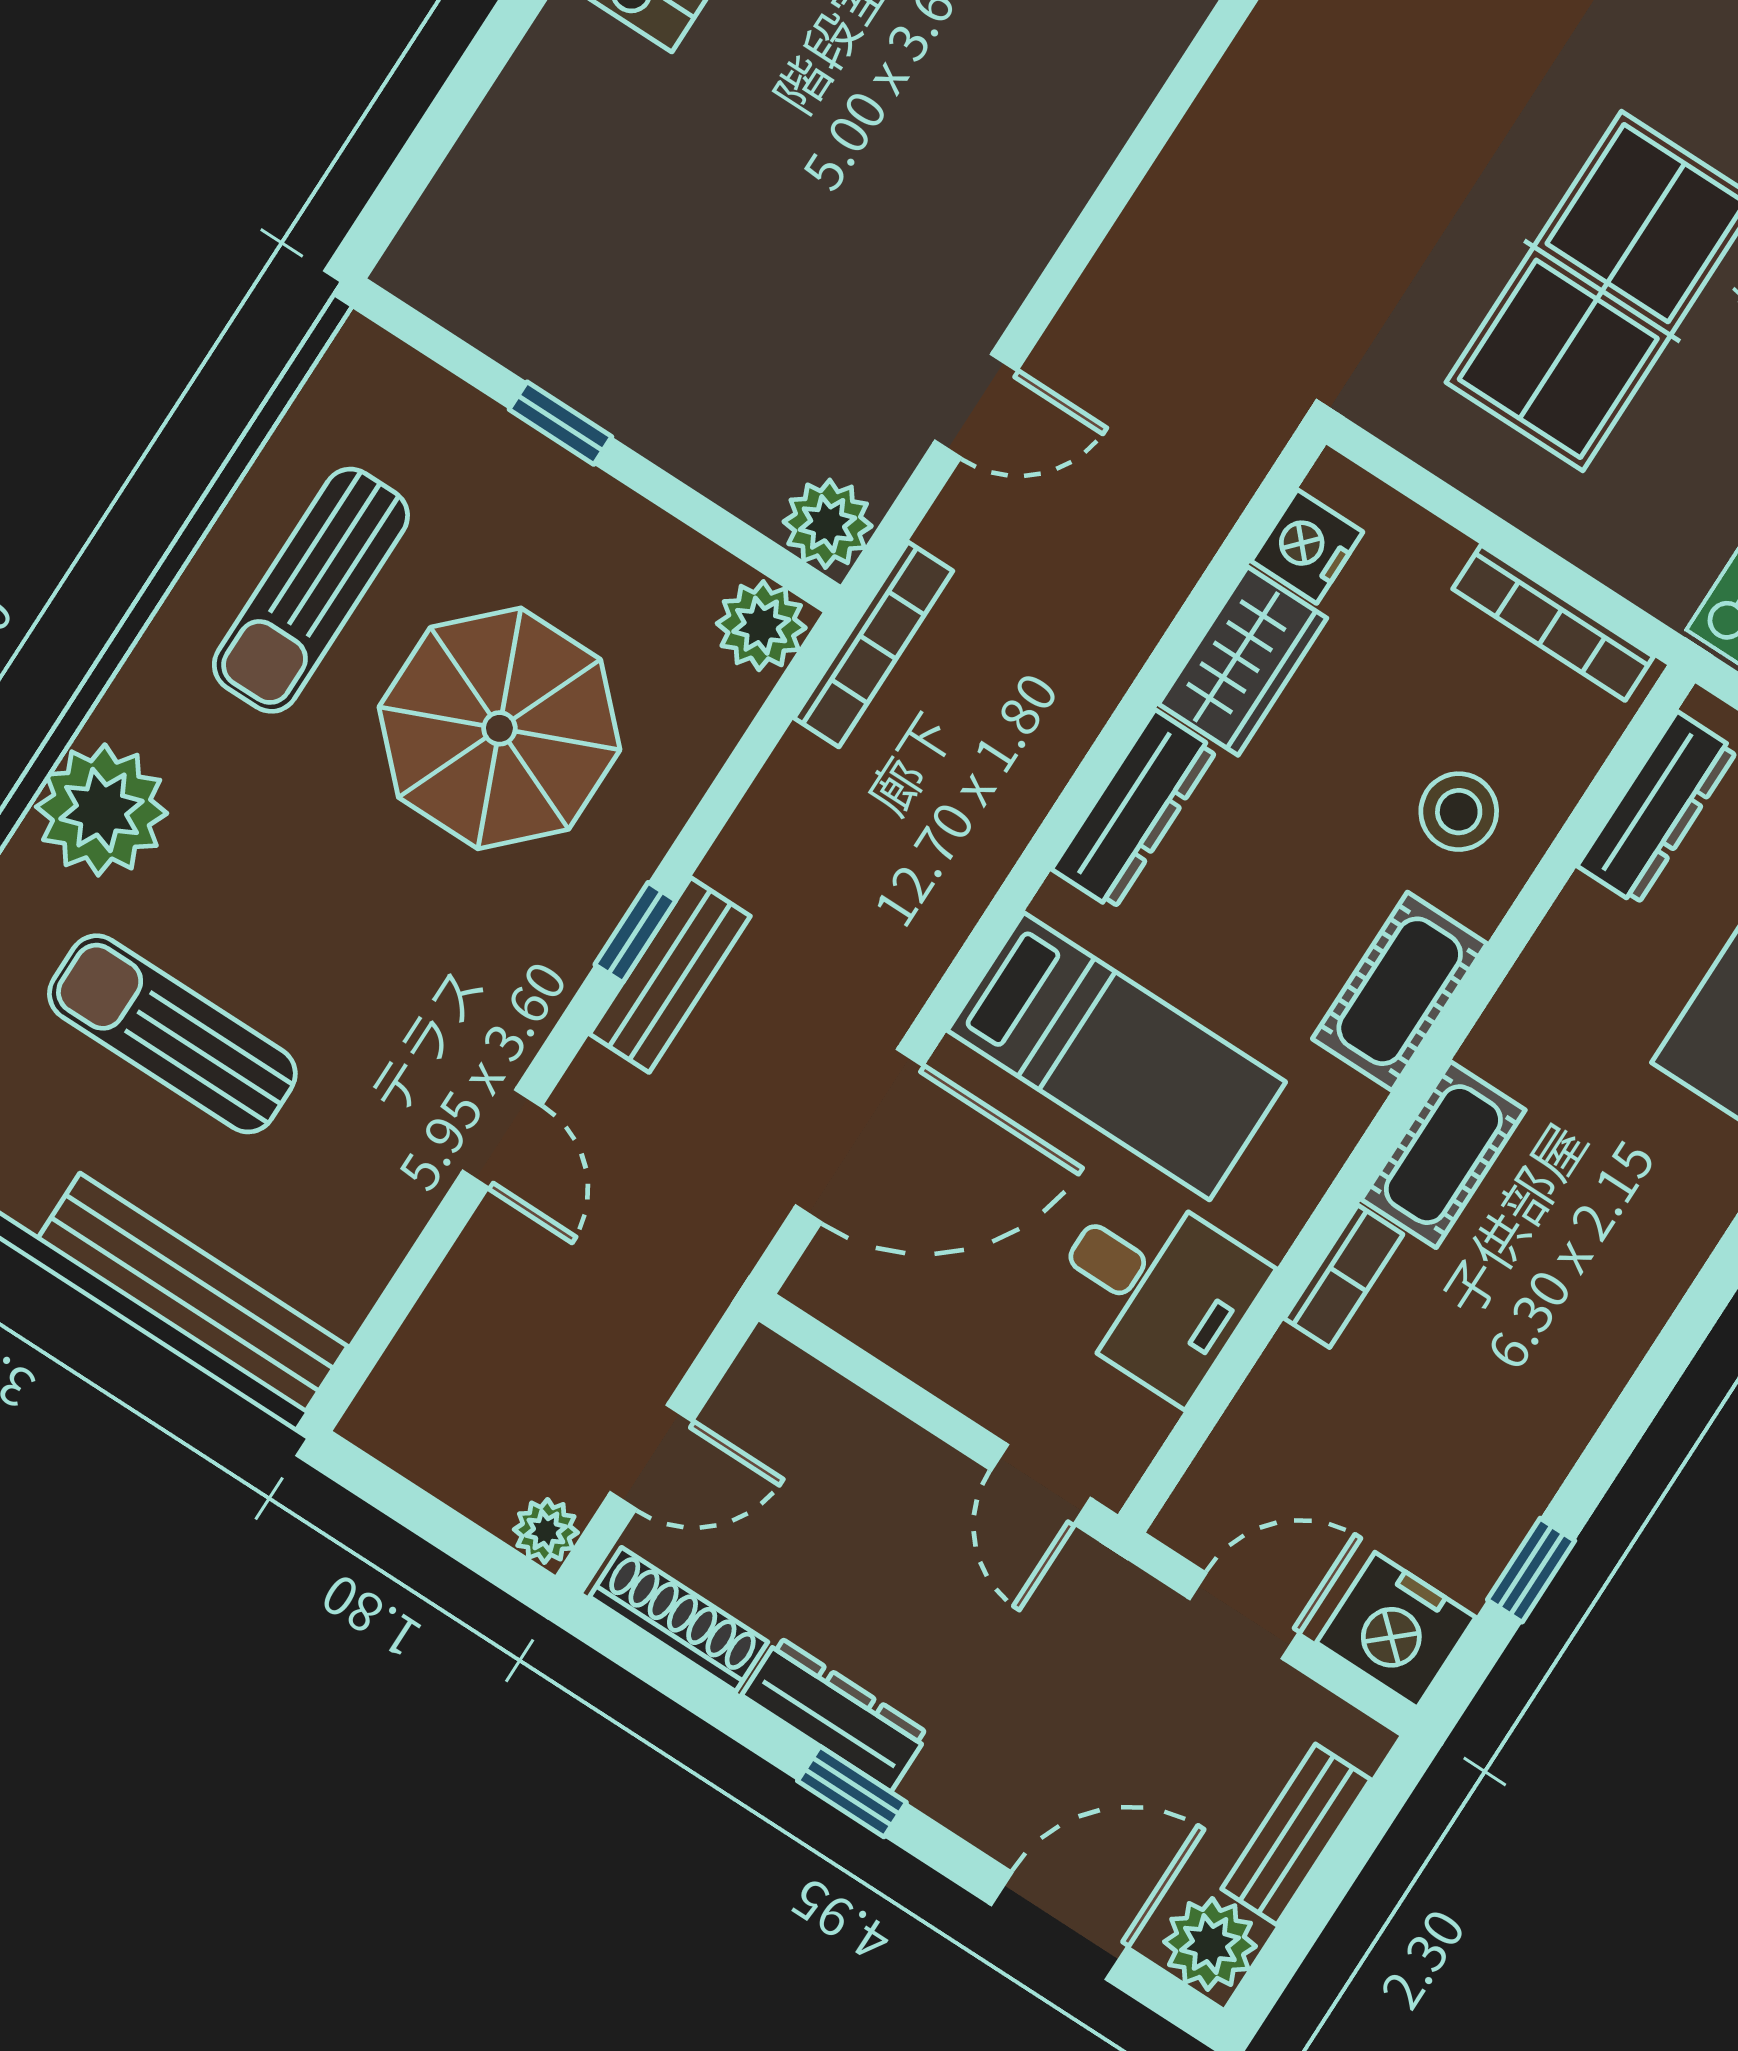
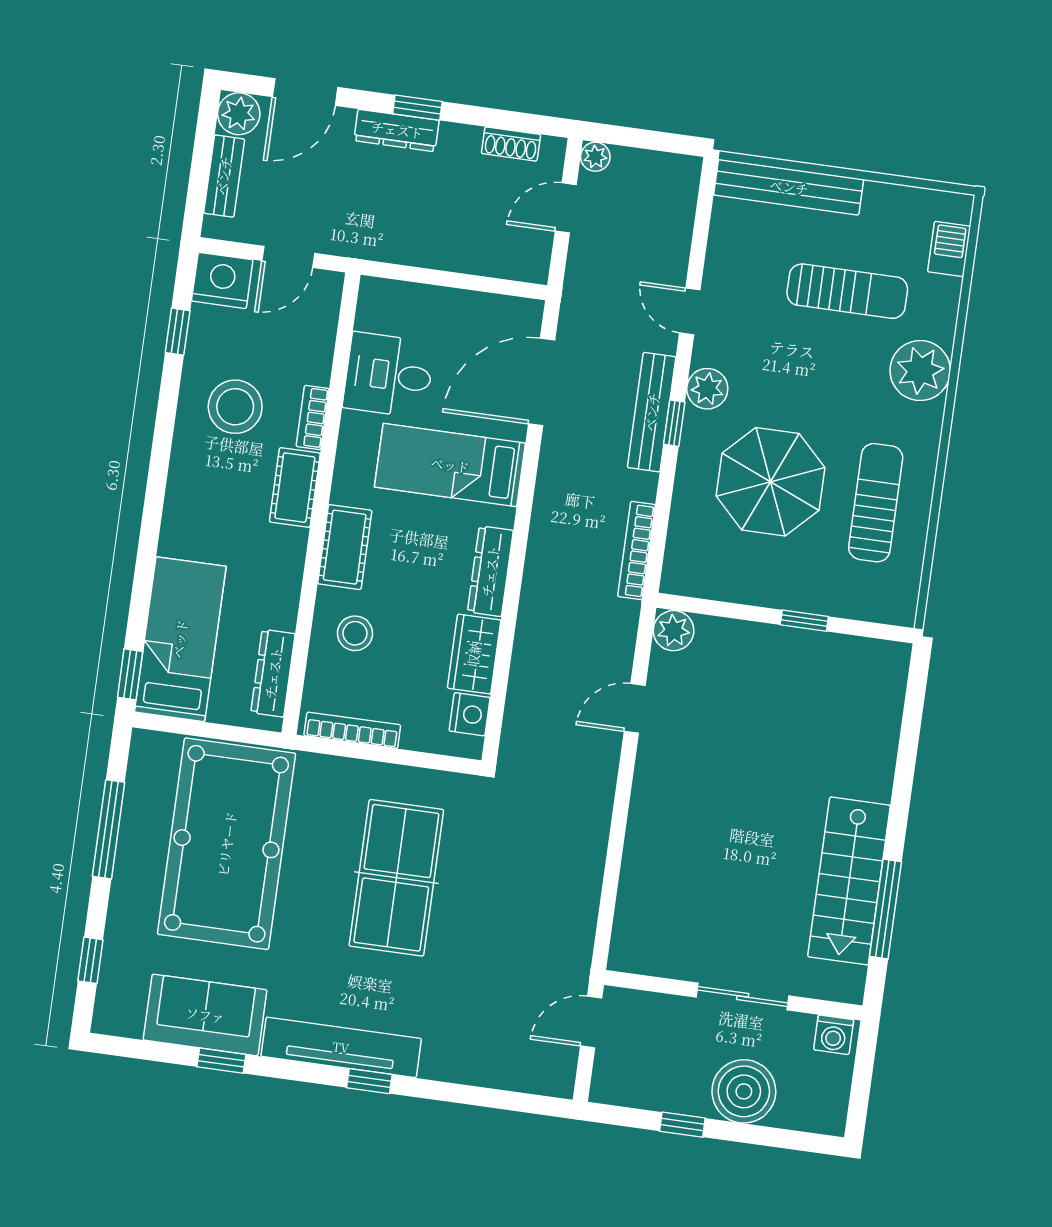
plant: (761, 626) -> (707, 389), moved
bookcase: (873, 644) -> (636, 550), moved
bench: (670, 975) -> (652, 412), width x1.36
stool: (1487, 1369) -> (235, 407), added
door: (1041, 1484) -> (398, 272), removed
shoe rack: (679, 1619) -> (511, 144), width x0.70
dresser: (835, 1714) -> (397, 130), moved

